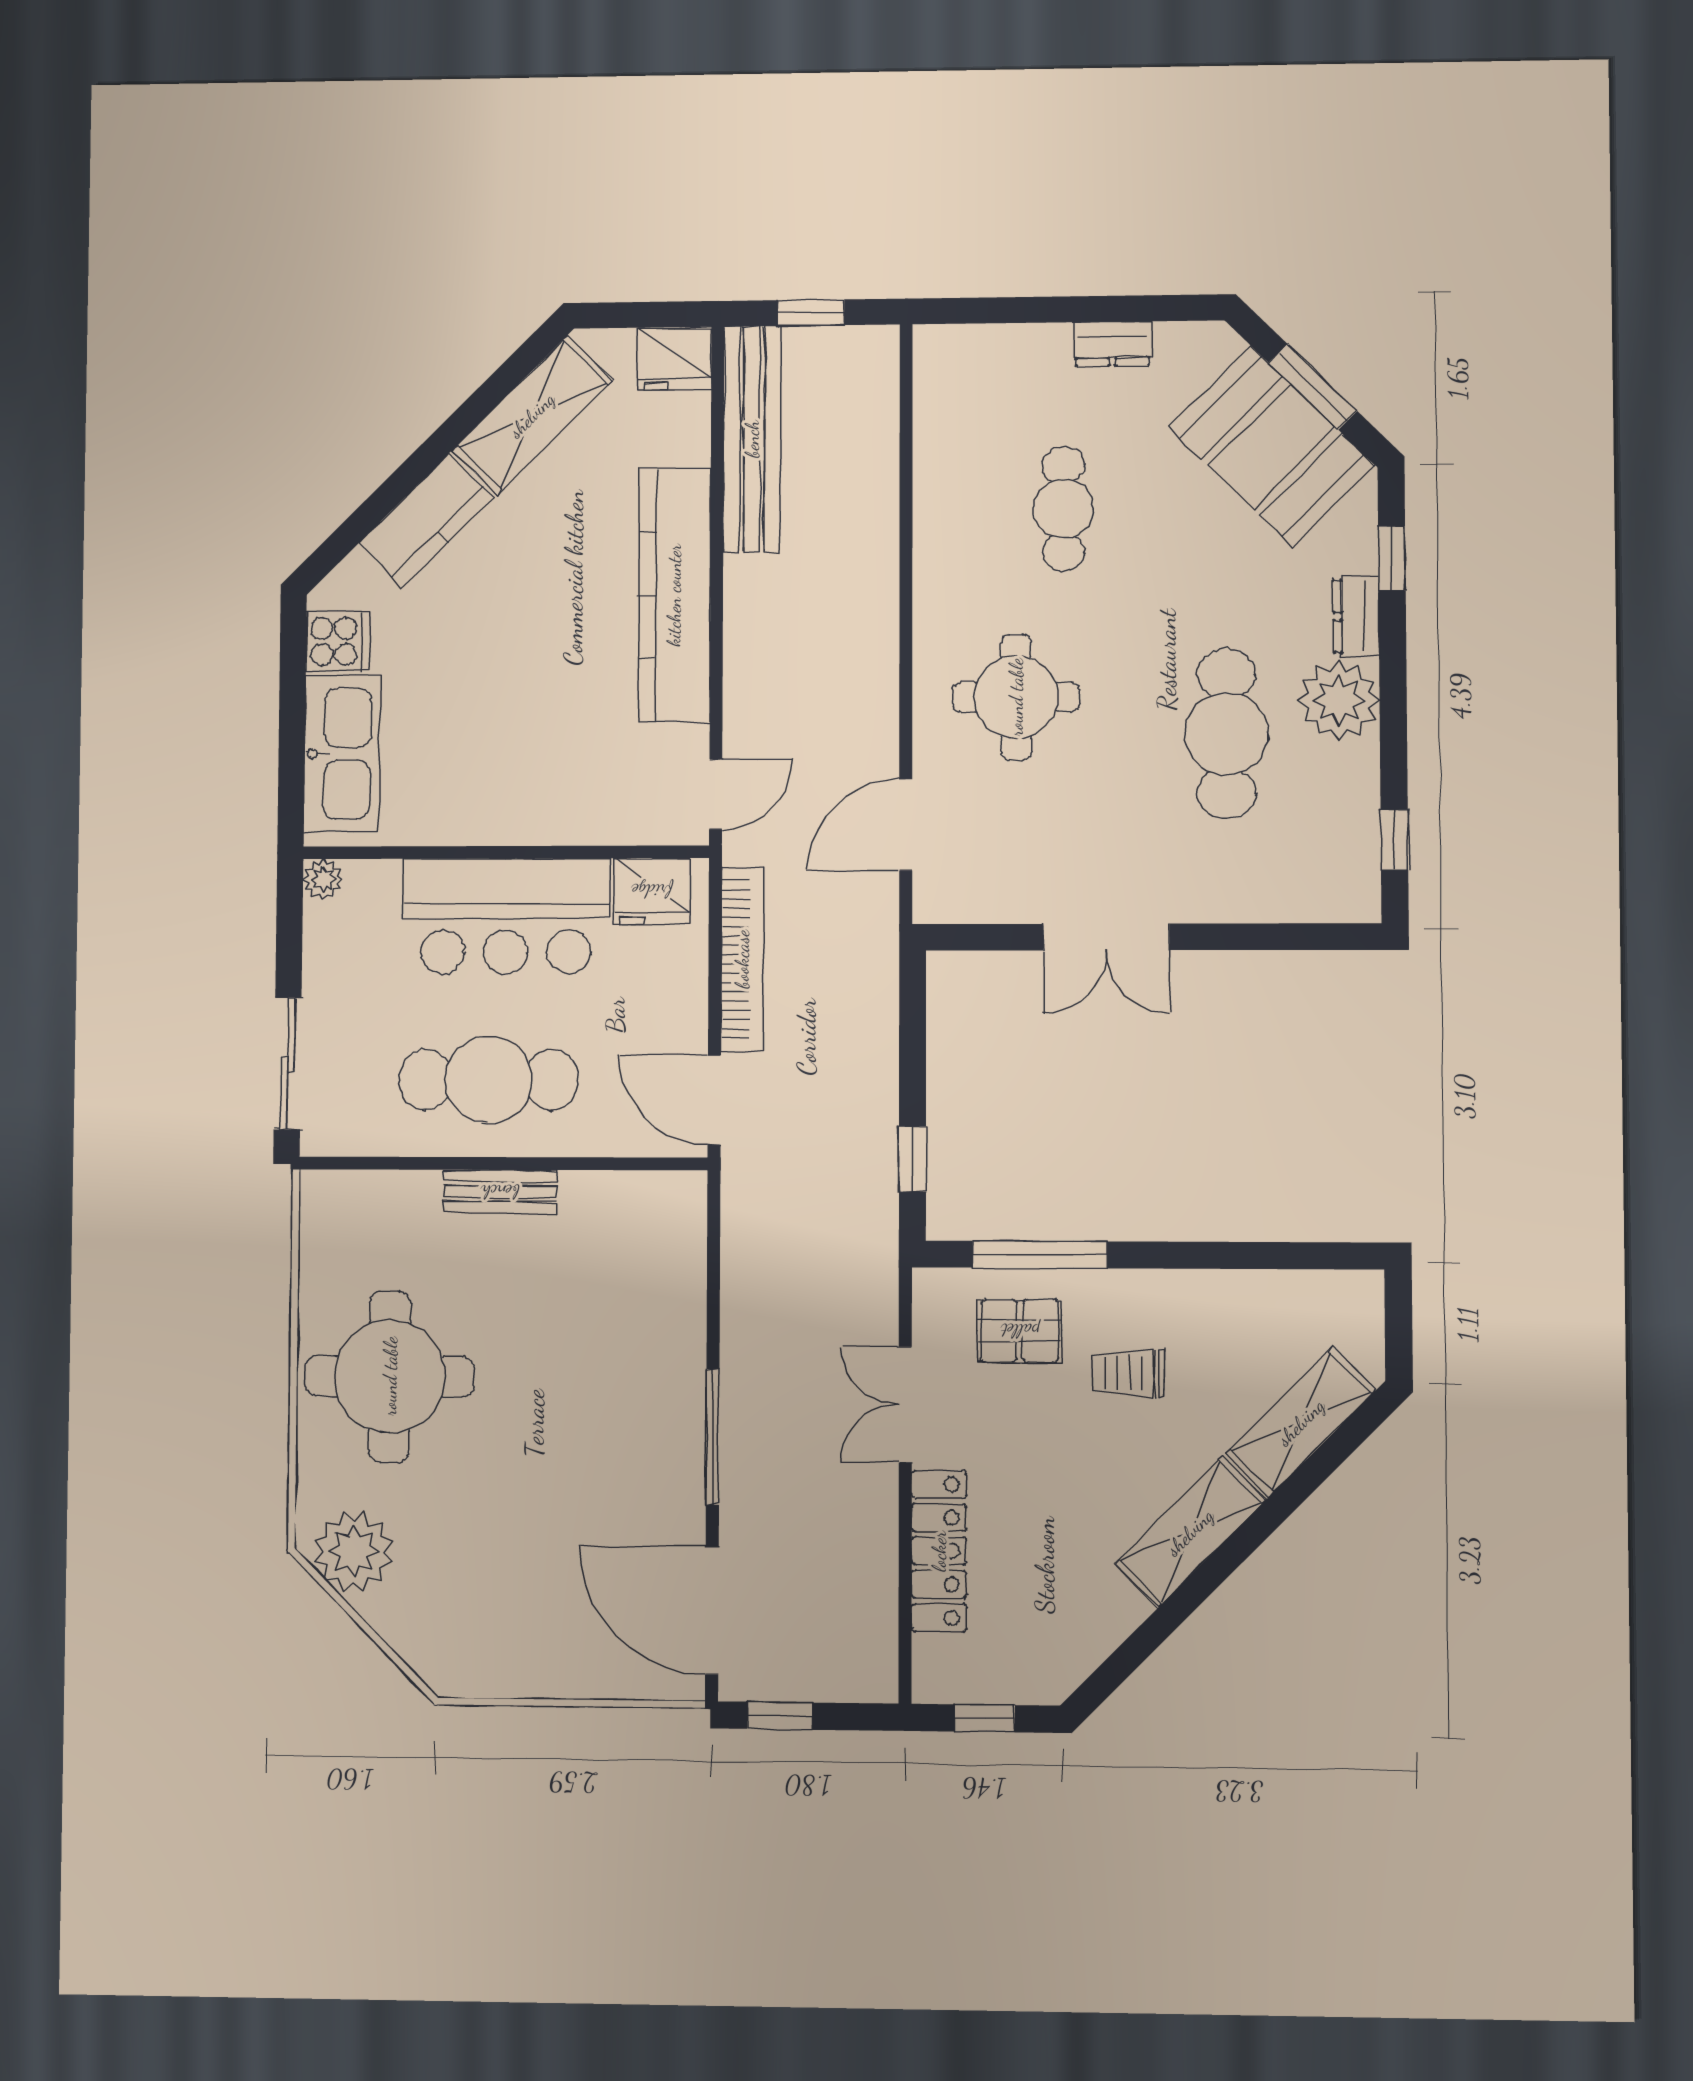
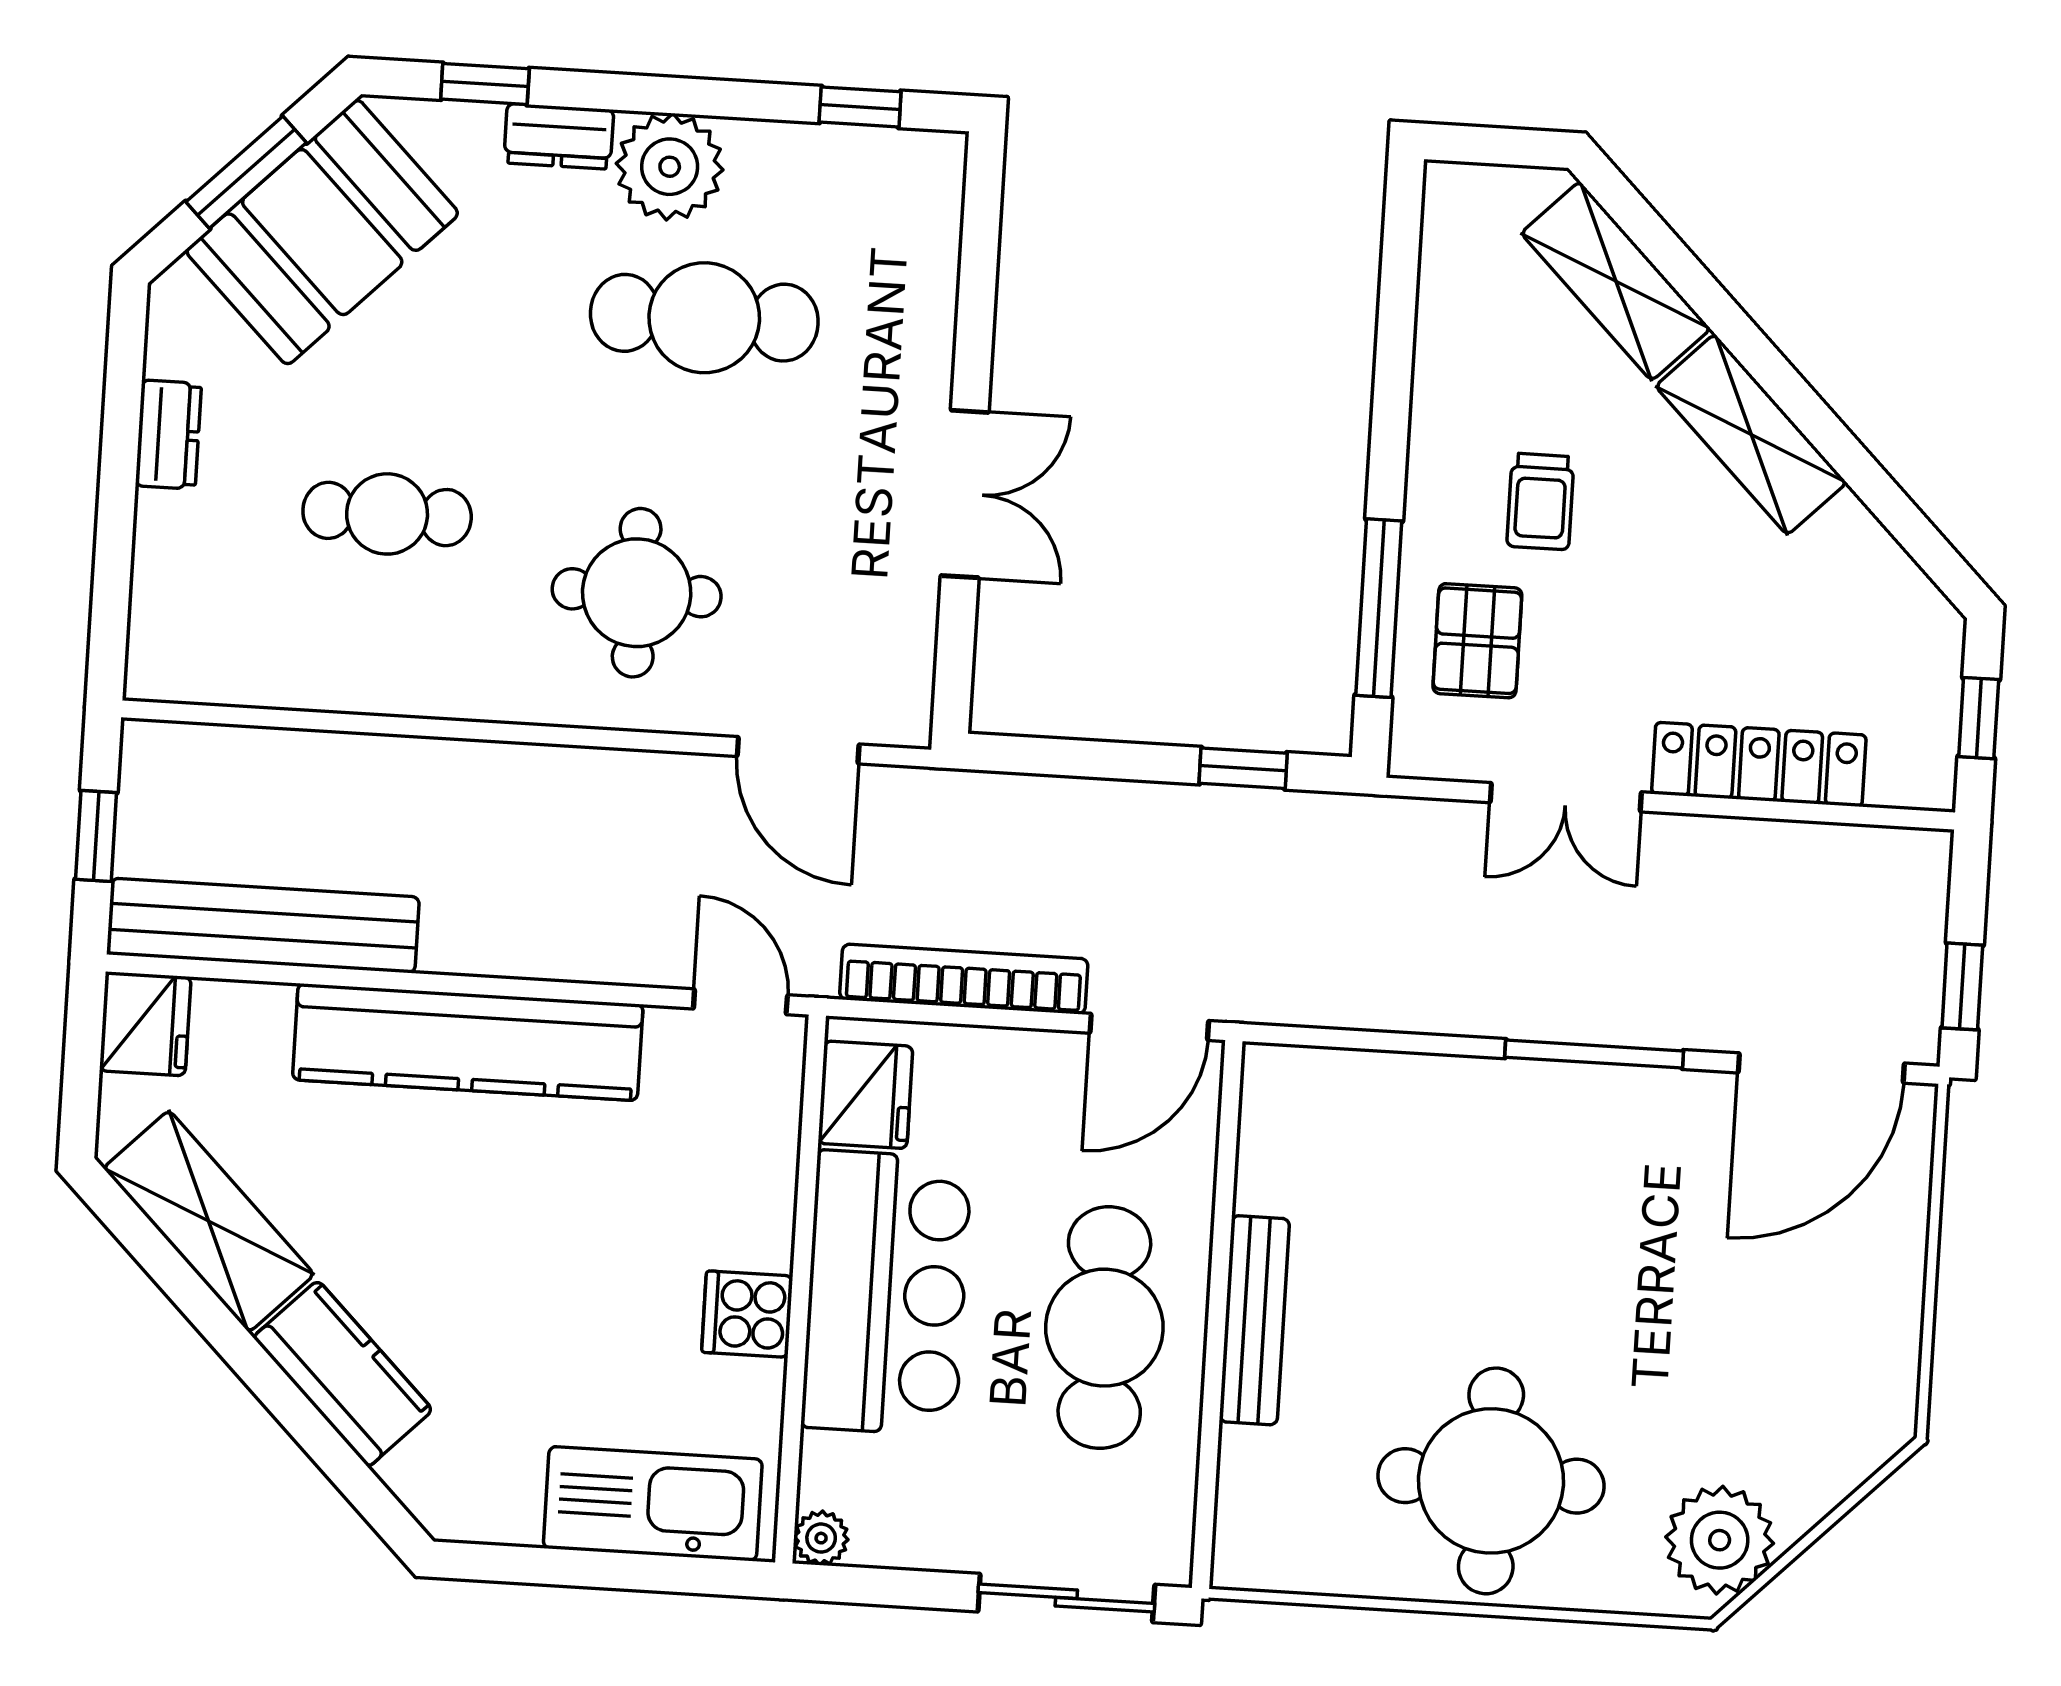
cooker: (338, 641) -> (747, 1314), moved, turned -90
bench: (500, 1192) -> (1254, 1320), width x1.36

